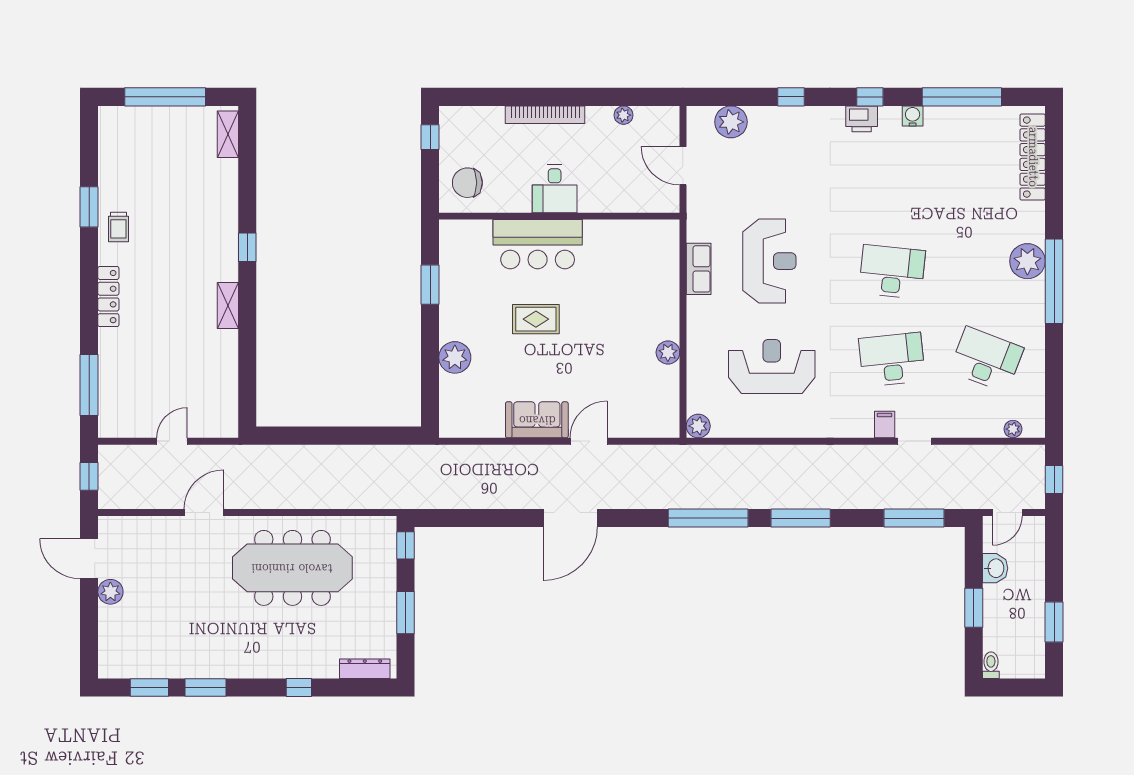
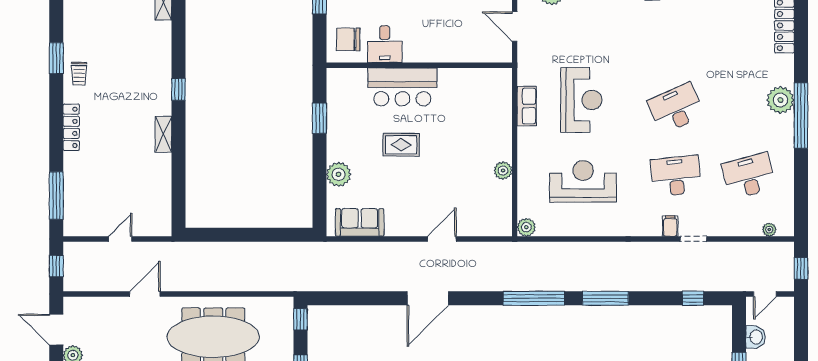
desk: (555, 189) -> (385, 44), moved
desk: (892, 272) -> (676, 108), turned -30
desk: (987, 360) -> (749, 176), turned -36
sofa: (537, 420) -> (360, 222), moved
window: (914, 518) -> (693, 298), width x0.46

